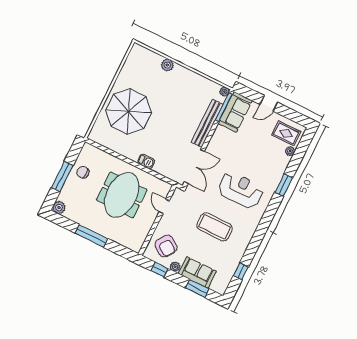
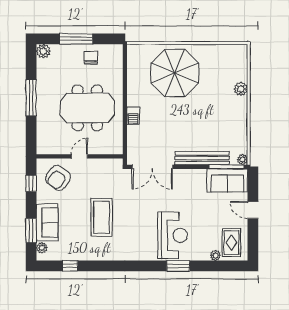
reception desk: (241, 190) -> (173, 235), moved
door: (164, 206) -> (79, 156), moved
plant: (175, 267) -> (42, 248), moved

